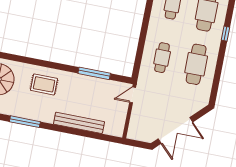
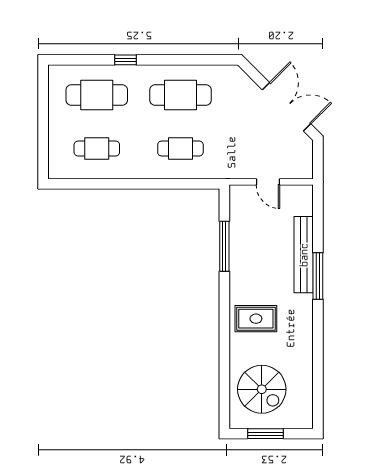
rug: (44, 84) -> (256, 319), turned 90
door: (133, 95) -> (268, 182), moved
window: (25, 122) -> (318, 276), moved

